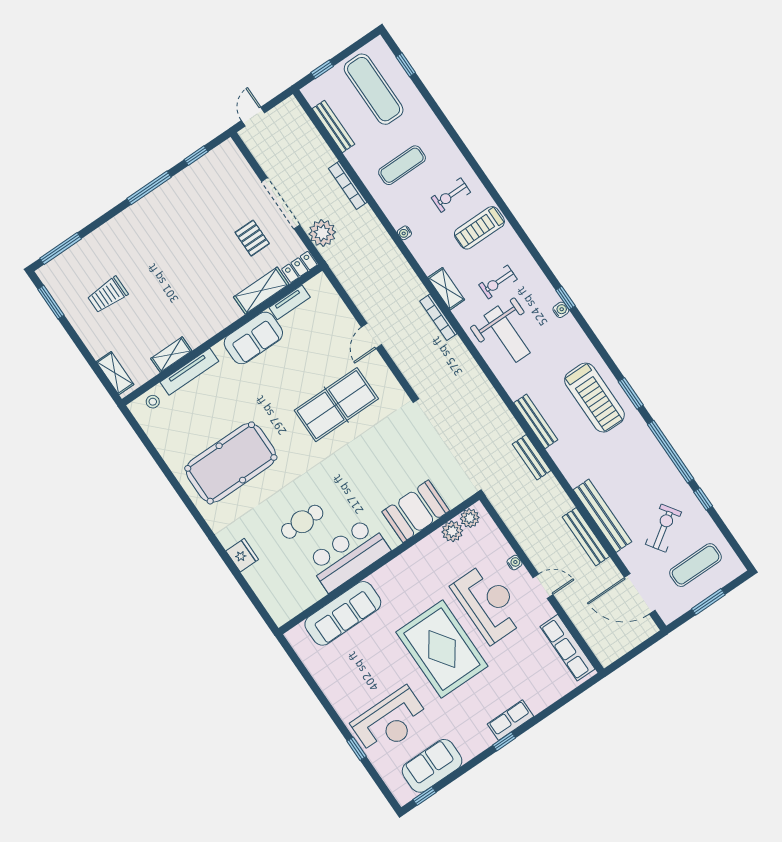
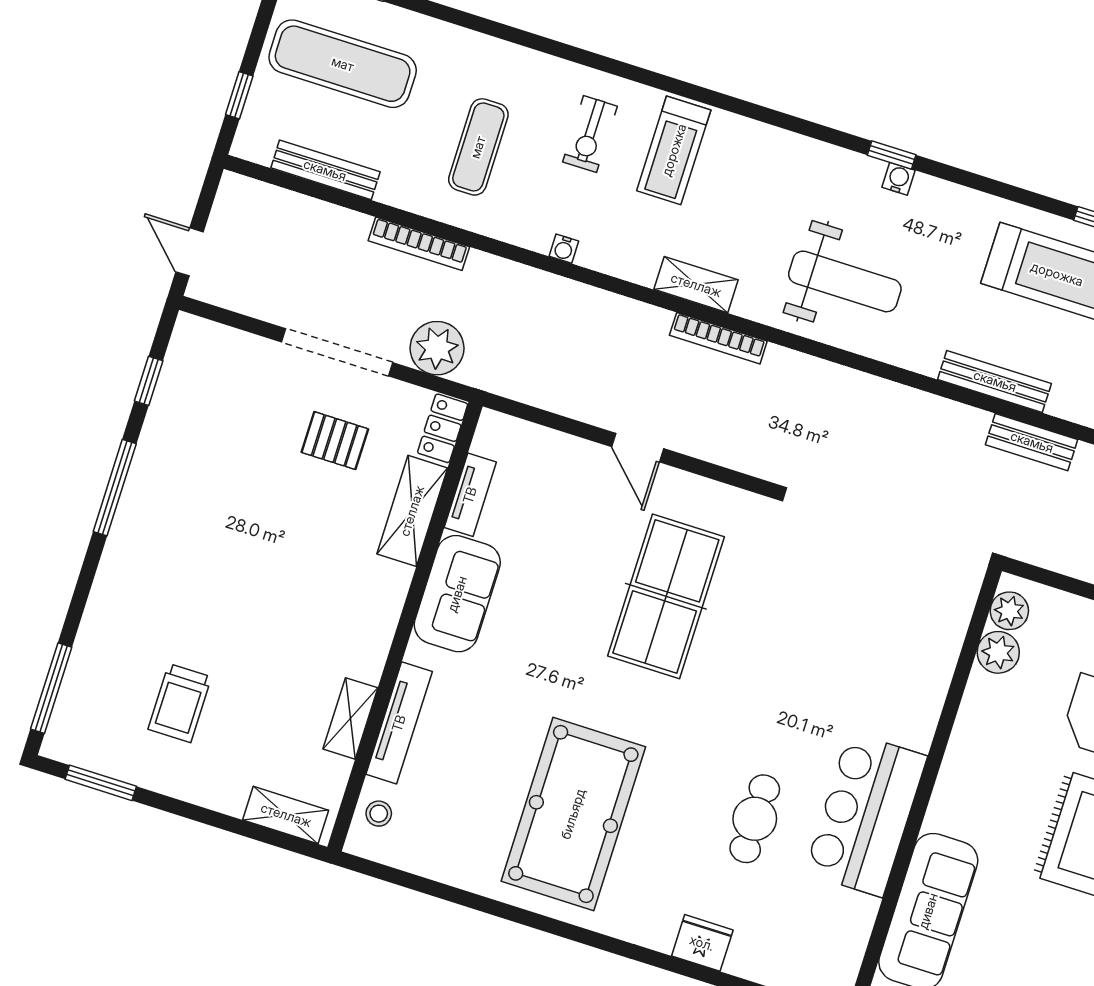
exercise bike: (498, 282) -> (768, 212), removed
booth: (416, 511) -> (917, 665), removed

